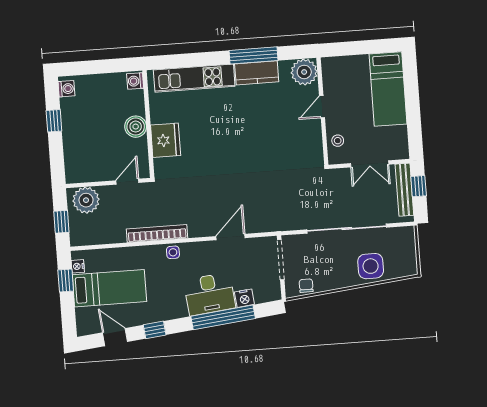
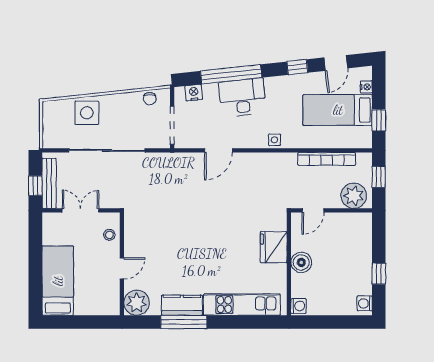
bookcase: (157, 233) -> (327, 159), moved
nightstand: (78, 266) -> (366, 87), moved
nightstand: (244, 298) -> (194, 93), moved
door: (115, 337) -> (336, 63), hinge flipped

